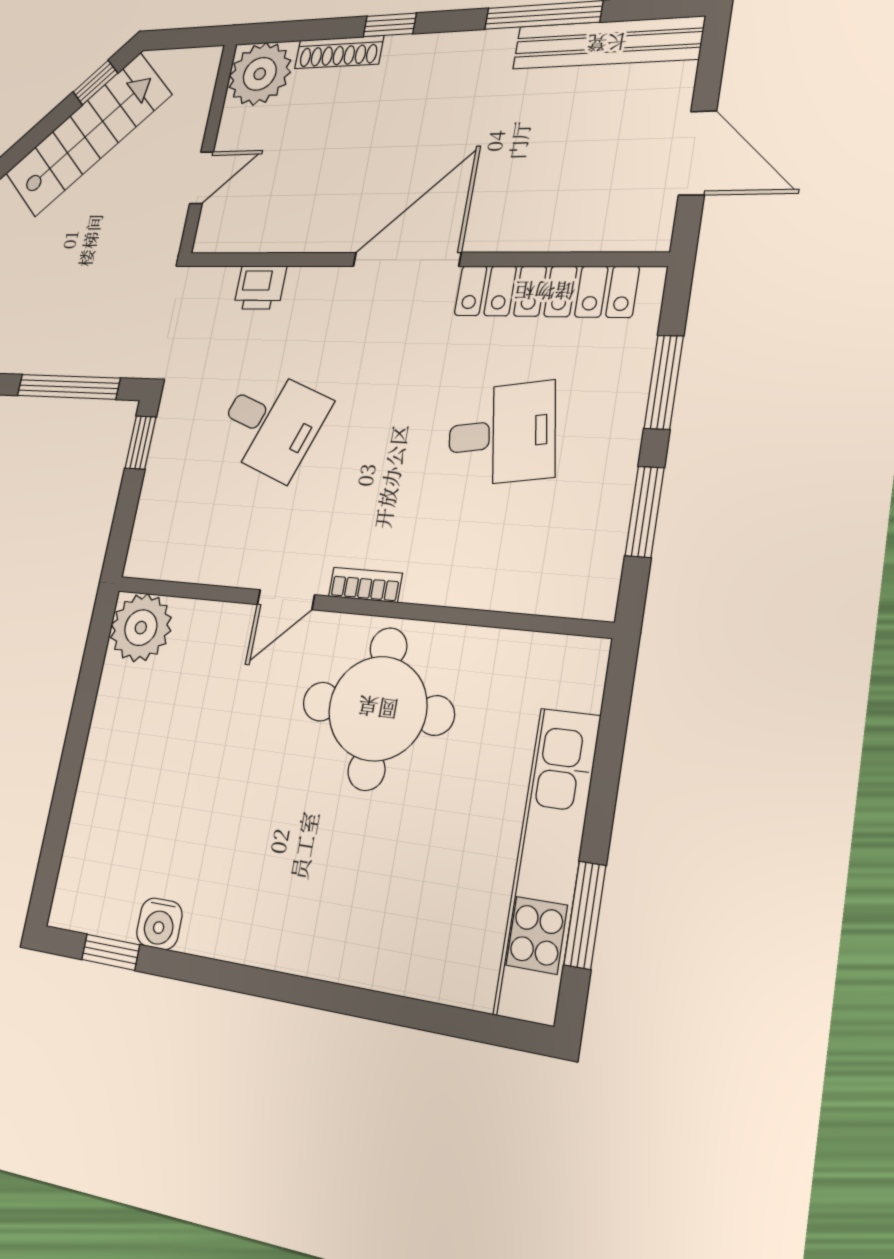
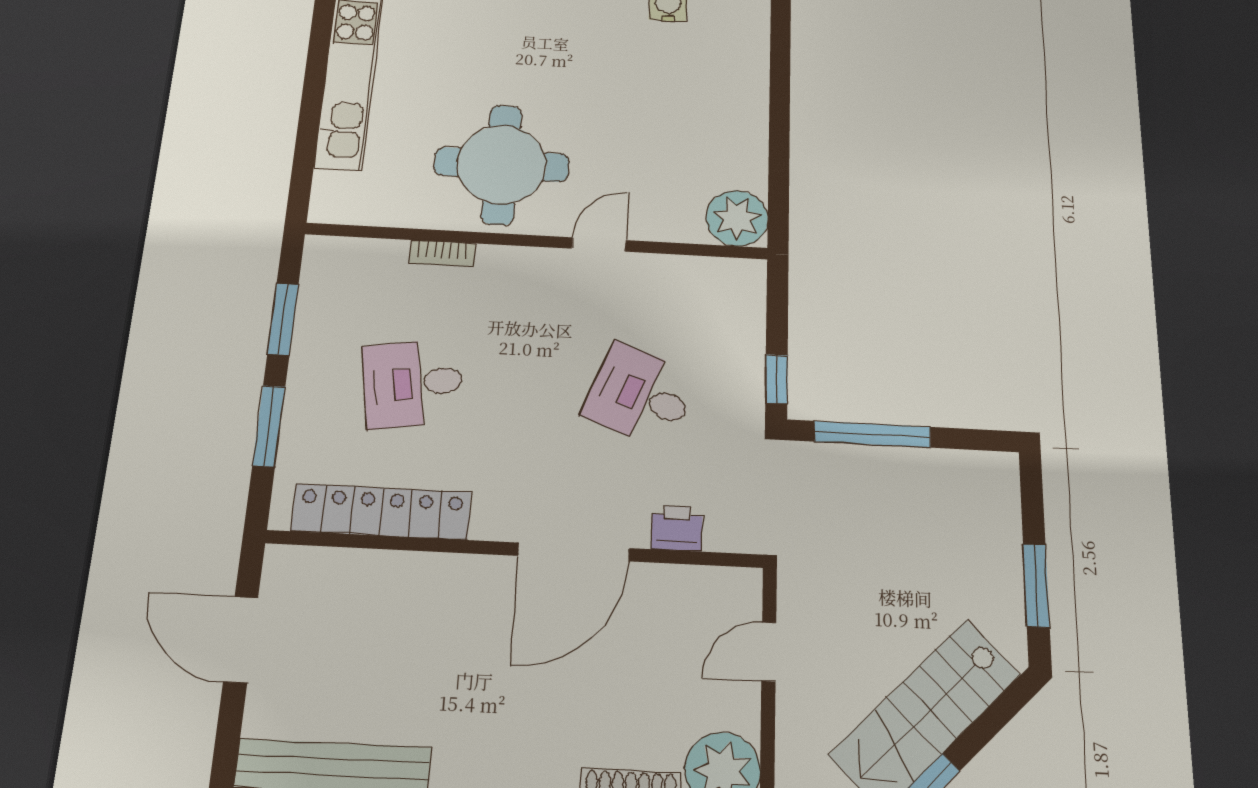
door: (407, 259) -> (574, 552), moved
bookcase: (365, 585) -> (442, 253), moved
window: (585, 915) -> (320, 38), removed

